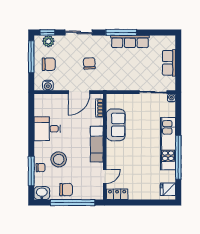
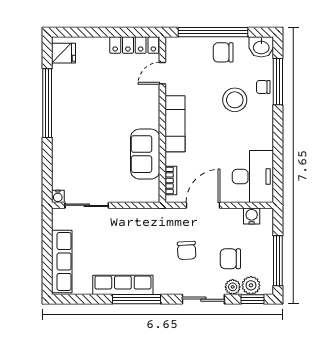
plant: (60, 40) -> (233, 287), added
row of seats: (169, 63) -> (62, 261), width x1.48
chair: (49, 64) -> (230, 259), moved
desk: (47, 129) -> (253, 177), moved, width x1.37
kitchen unit: (168, 144) -> (63, 125), removed
locker: (117, 194) -> (134, 45), width x1.53

